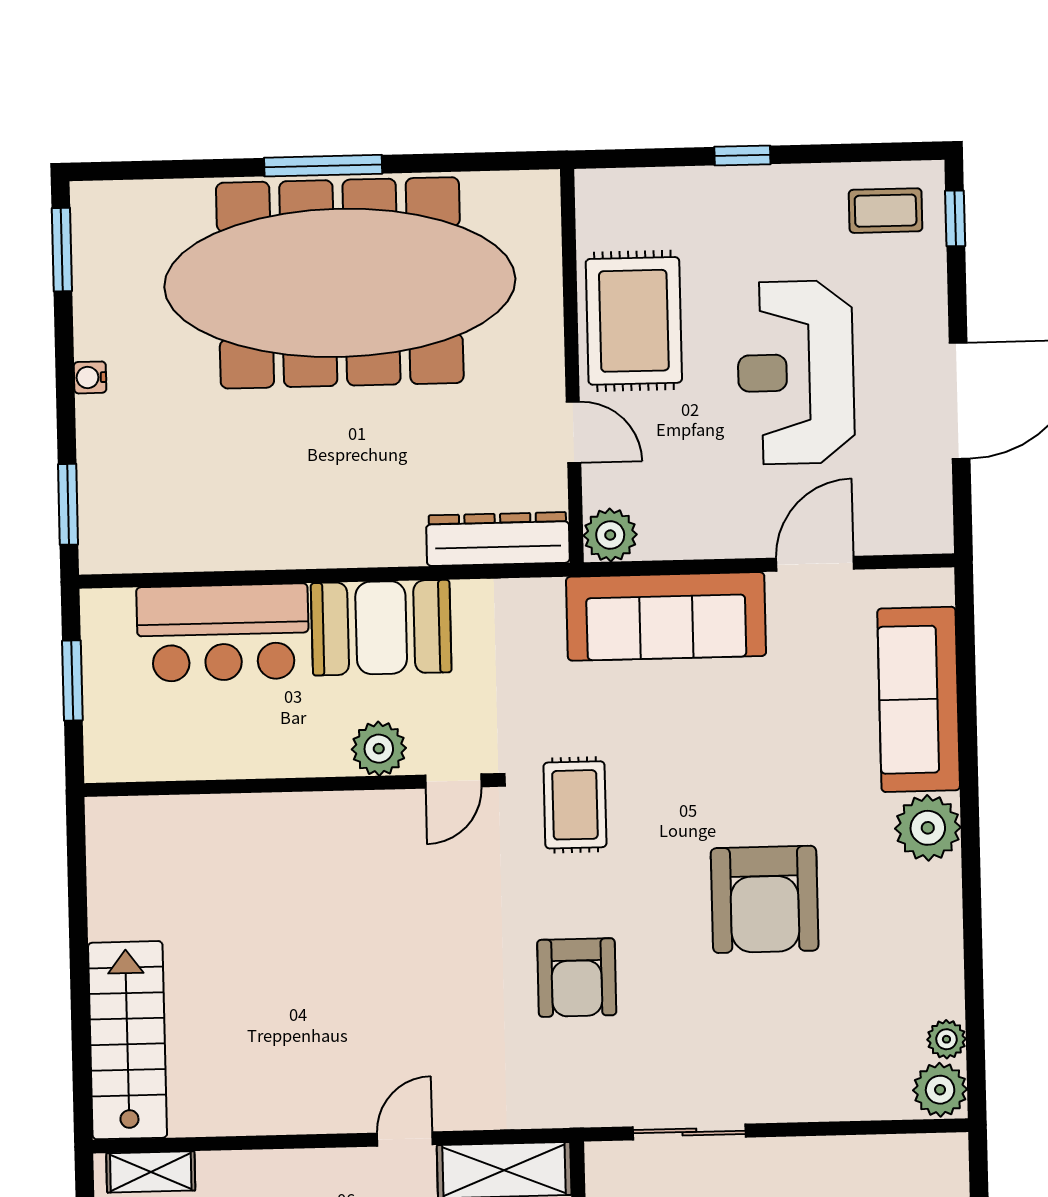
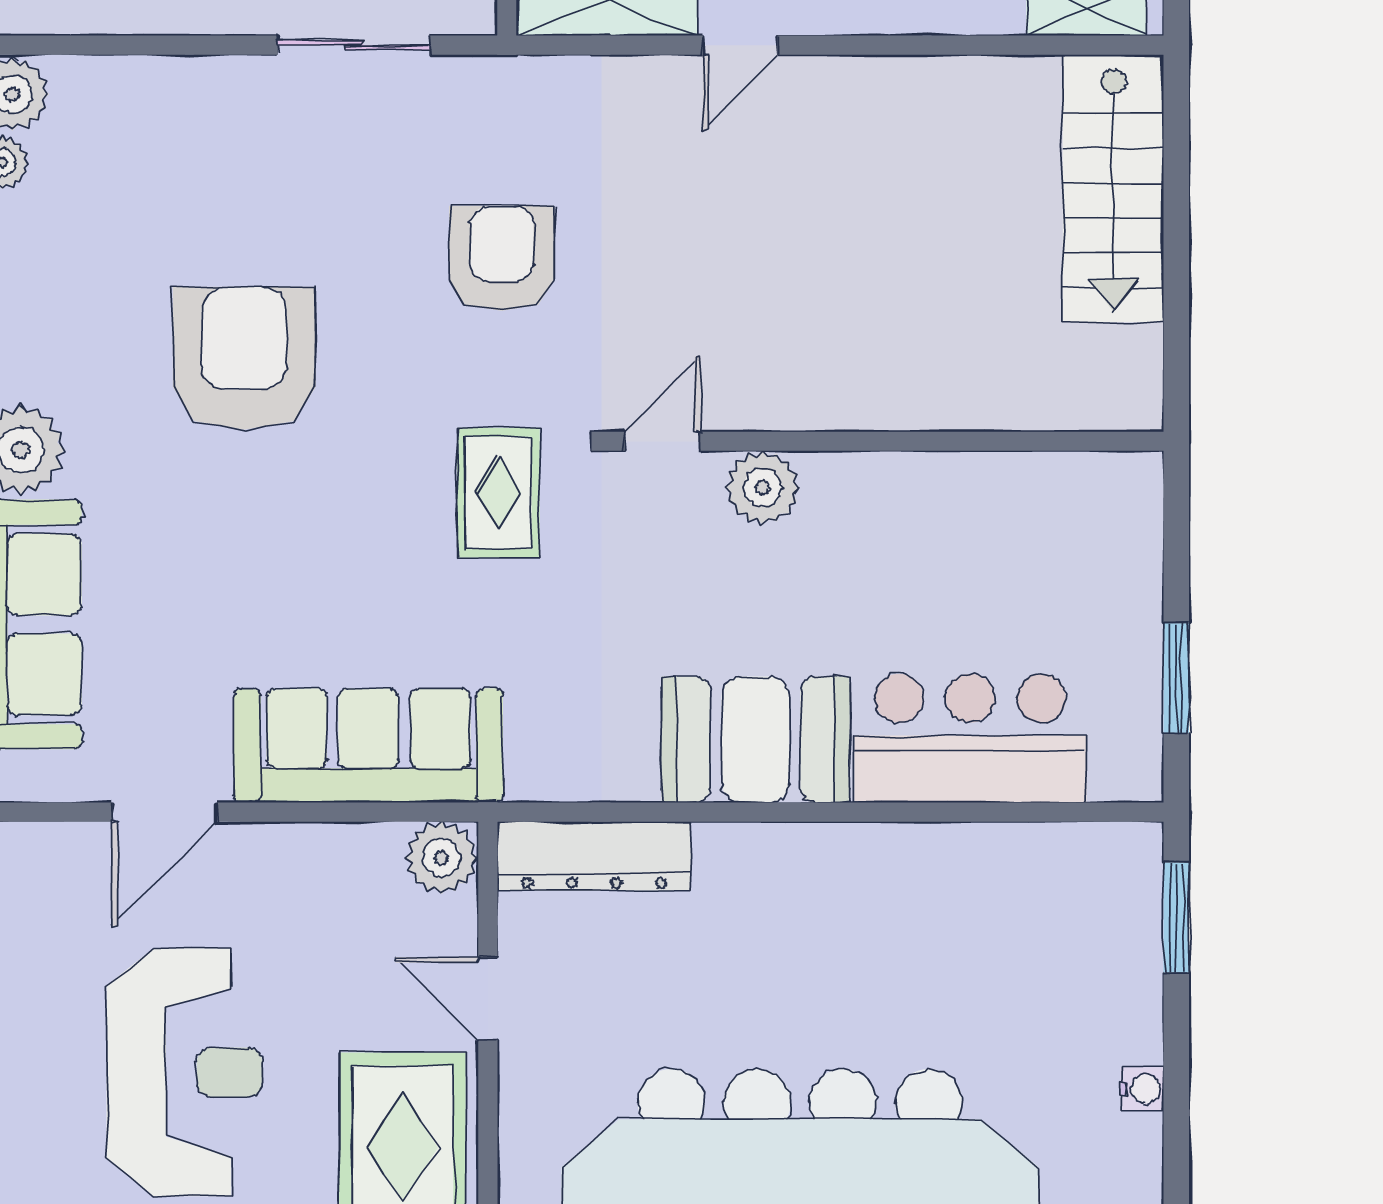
plant: (379, 749) -> (763, 488), moved
door: (453, 781) -> (663, 441), moved
wall: (288, 785) -> (887, 441), moved

